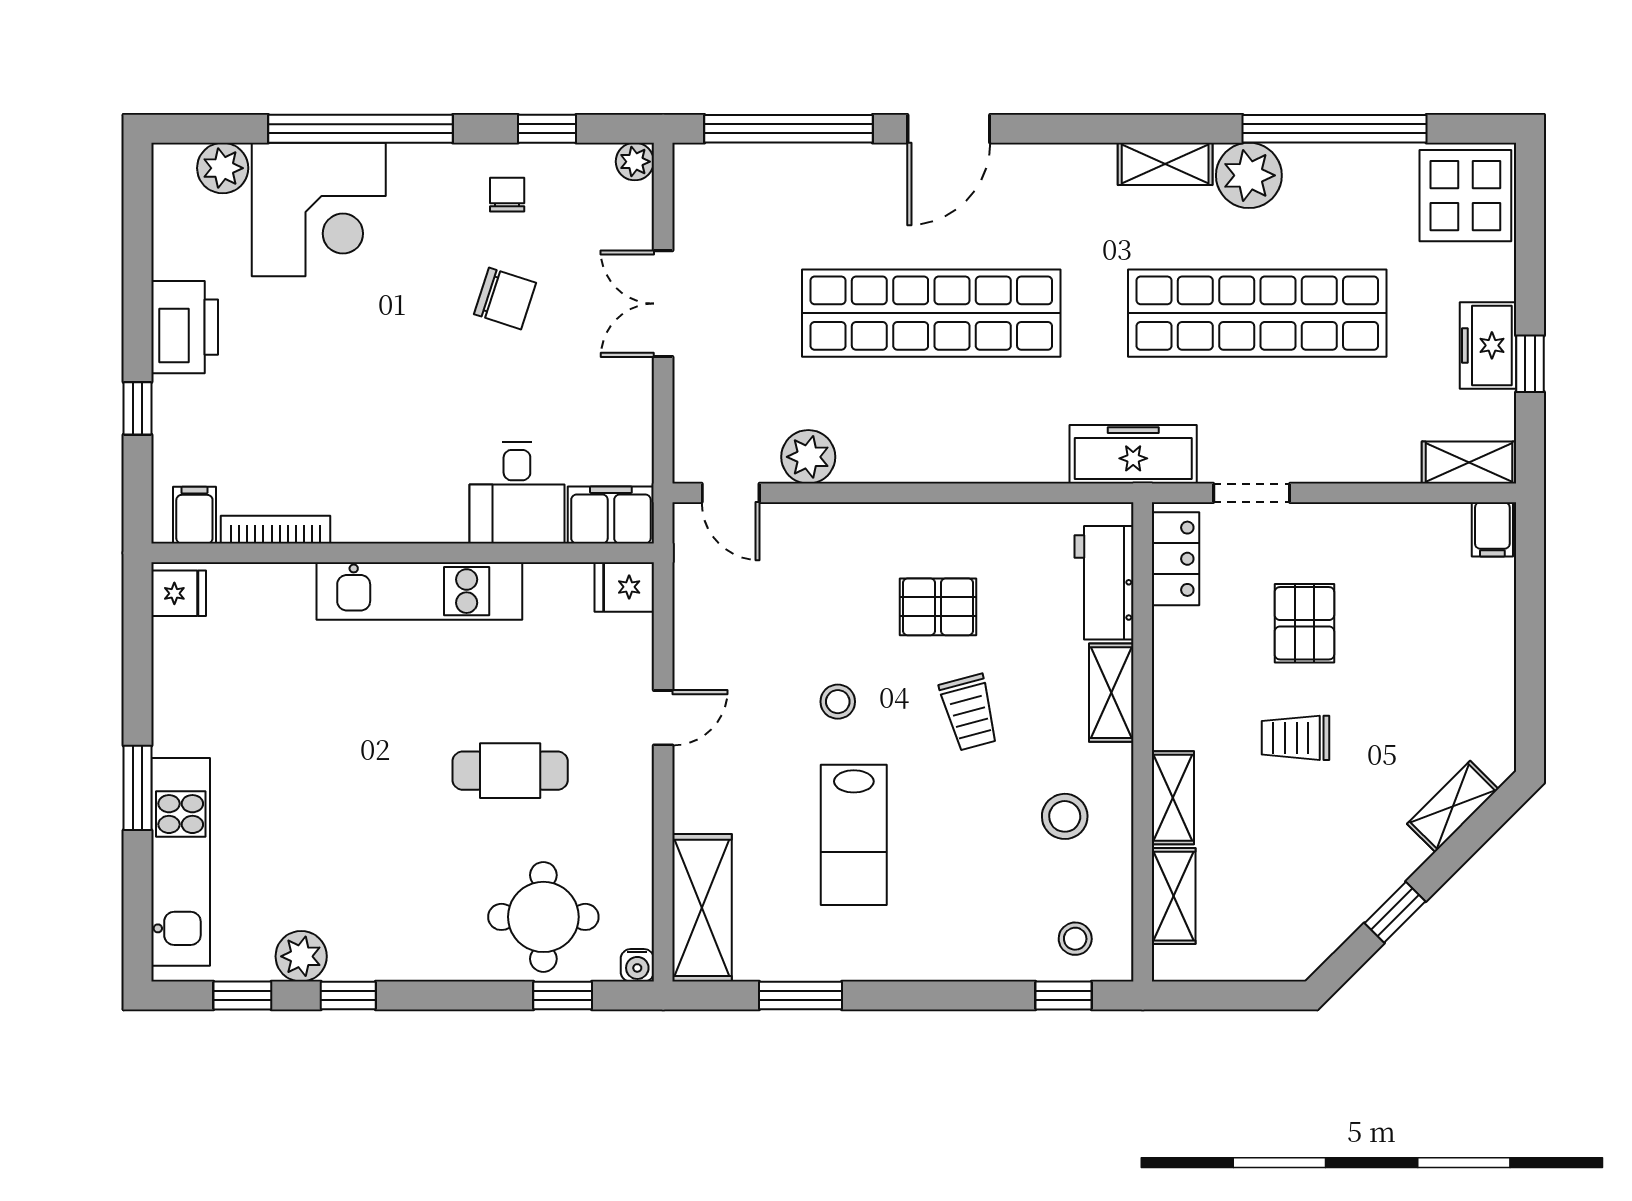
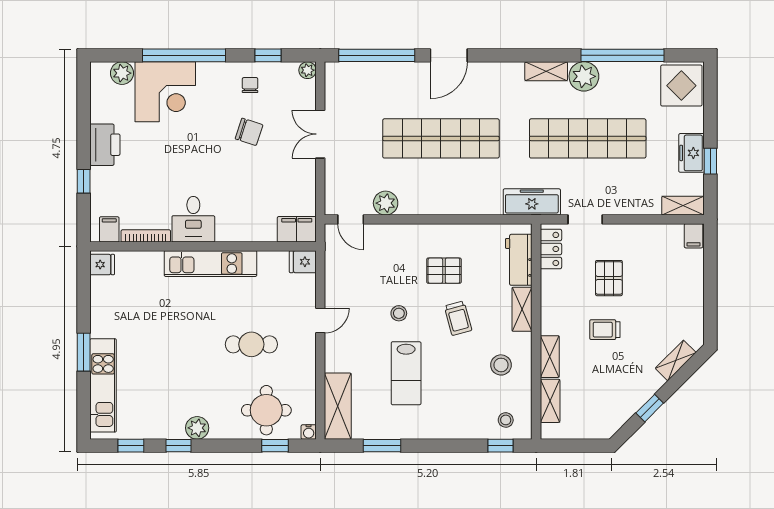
desk: (517, 493) -> (193, 219), moved
plant: (301, 956) -> (197, 428), moved

